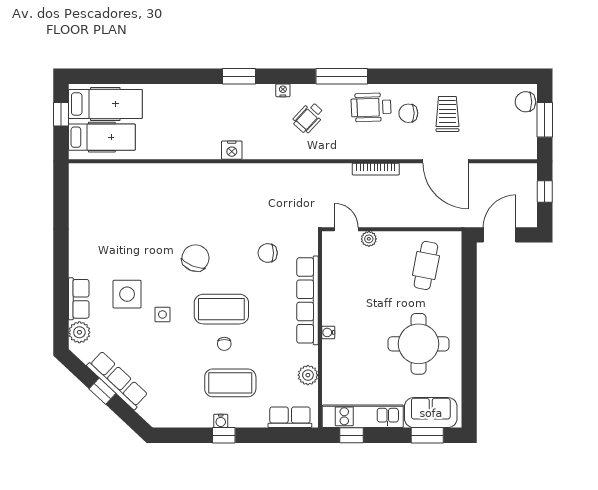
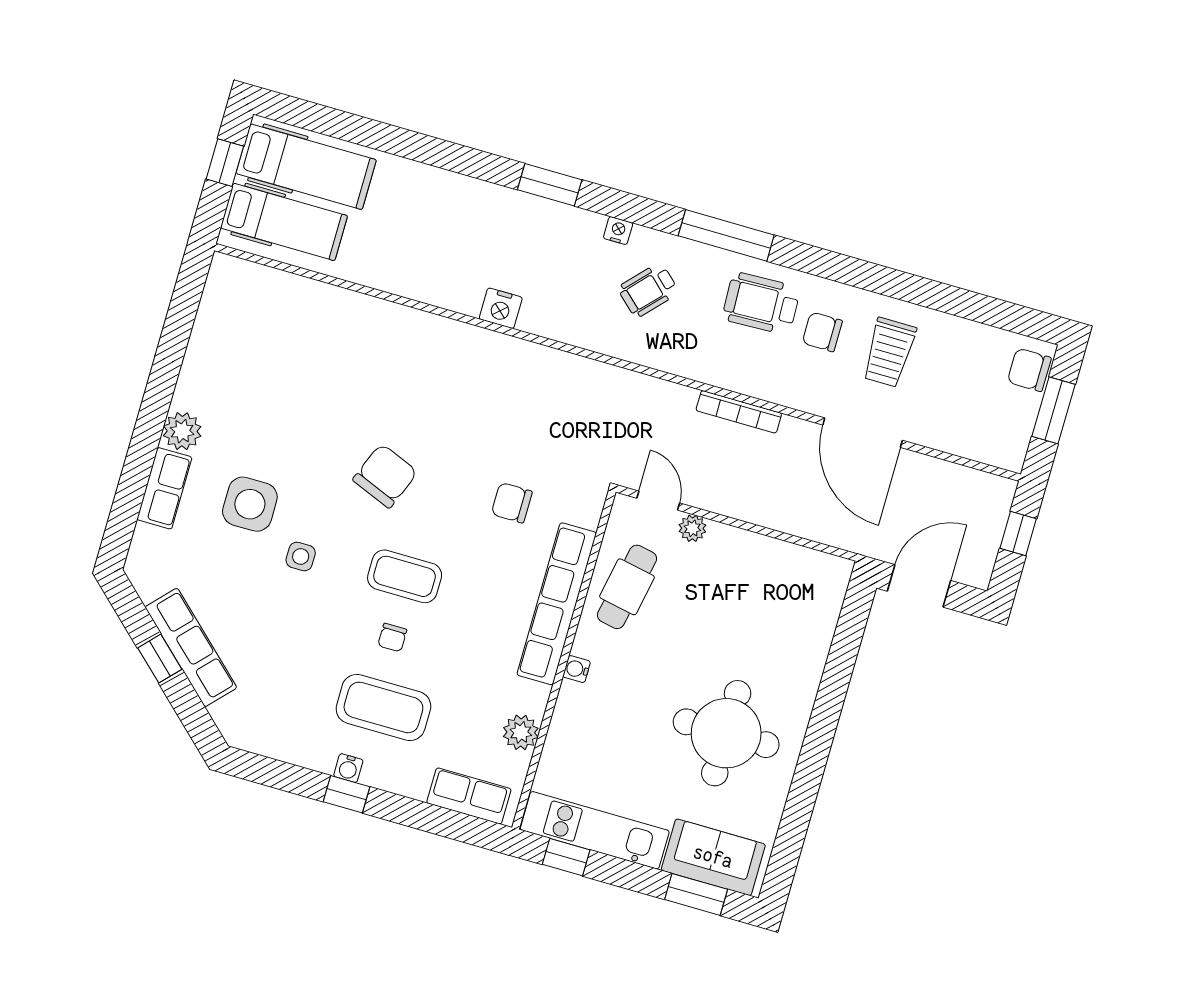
trolley: (447, 114) -> (889, 352), turned 180
cafe table: (426, 265) -> (627, 587), moved
coffee table: (221, 309) -> (405, 576), width x0.73, depth x0.76
plant: (79, 332) -> (182, 431), moved

